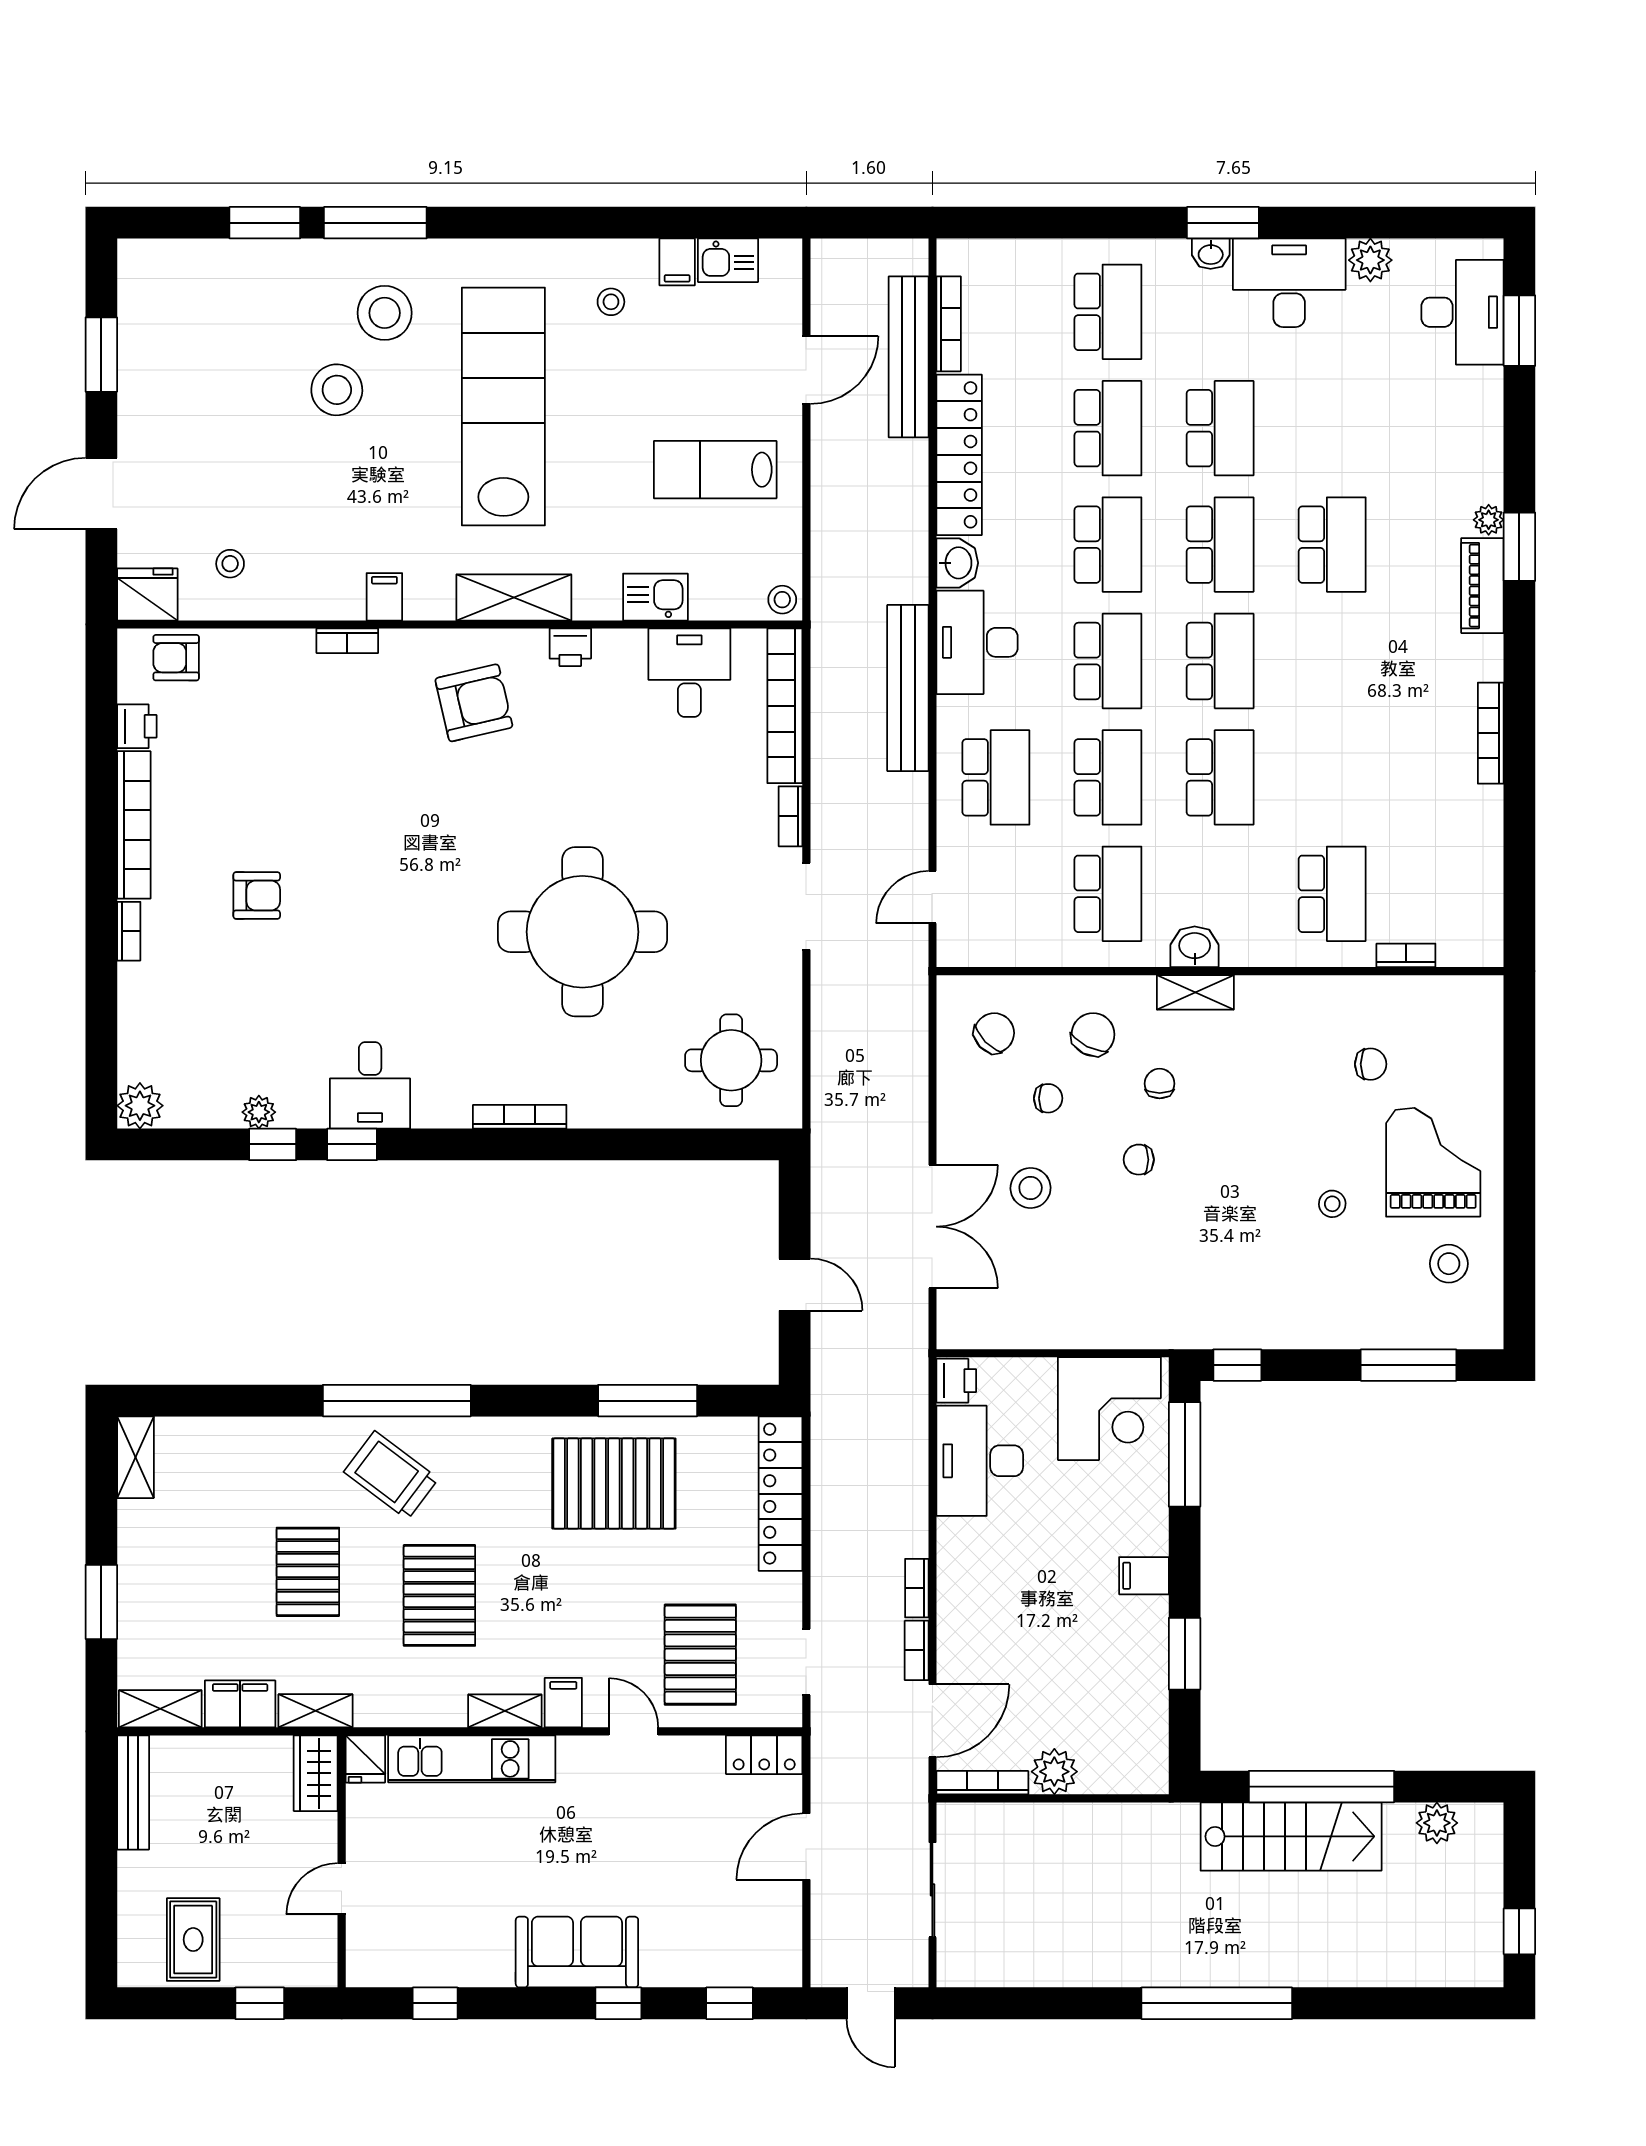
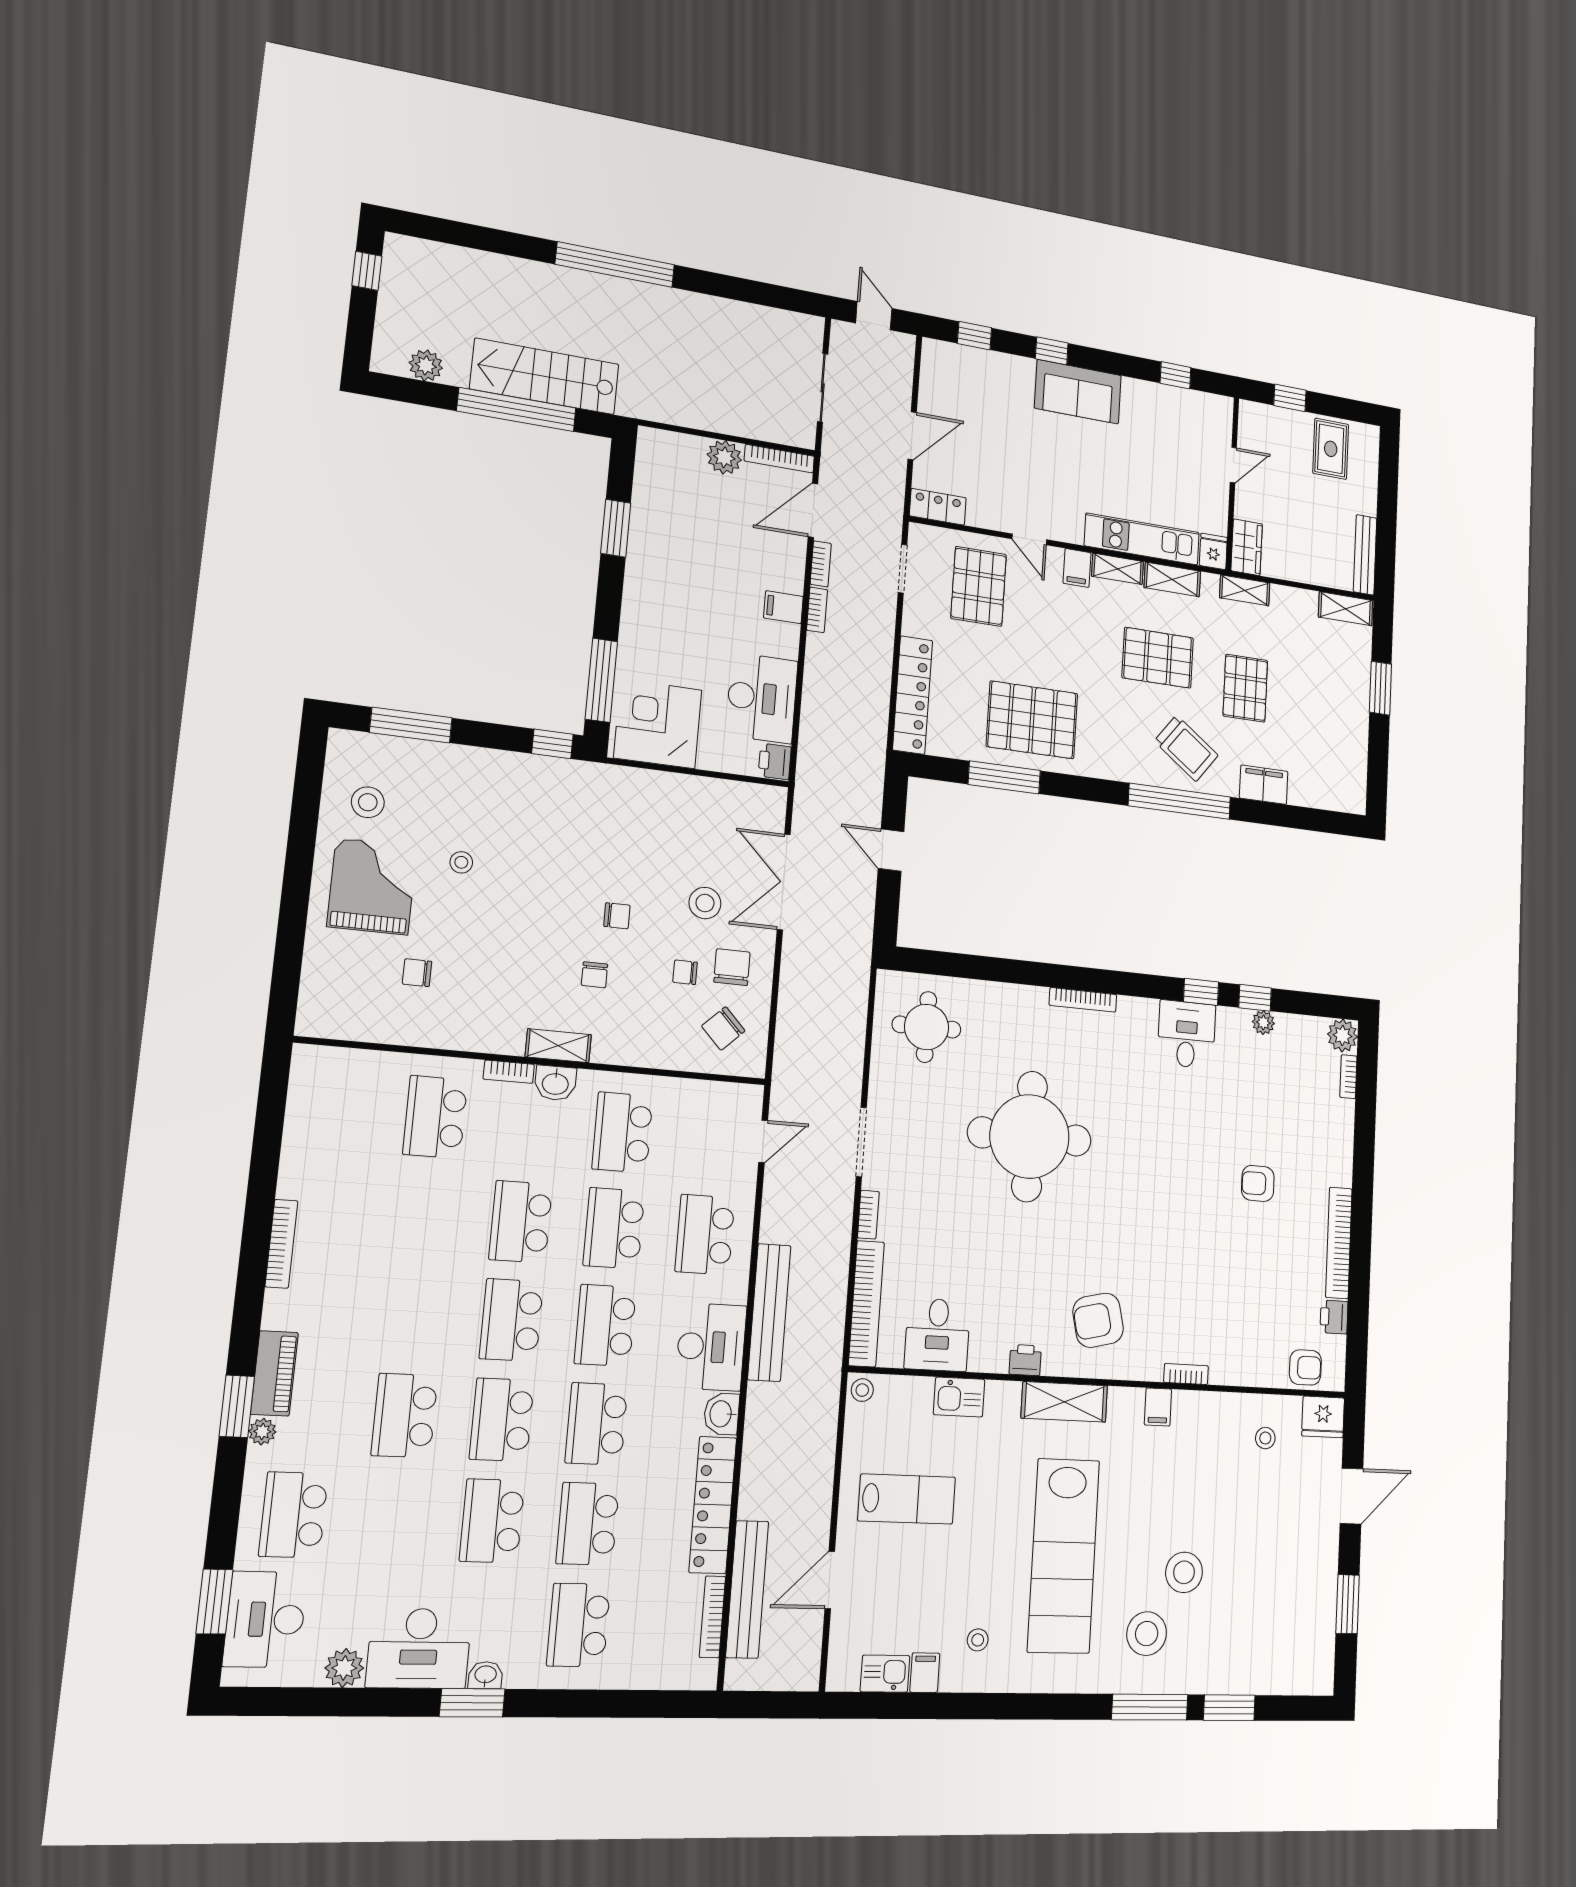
school desk: (1444, 428) -> (294, 1515), added
bookcase: (129, 931) -> (1348, 1077), moved
bookcase: (1406, 955) -> (509, 1072), moved
chair: (1093, 1034) -> (732, 967), moved, turned 153
grand piano: (1433, 1162) -> (372, 886), turned 180
shelving: (135, 1457) -> (1172, 579), moved, turned 90
filing cabinet: (1144, 1576) -> (783, 607), moved, turned 180
pallet: (439, 1595) -> (1158, 658), turned 90
filing cabinet: (240, 1704) -> (1264, 785), moved, turned 180

